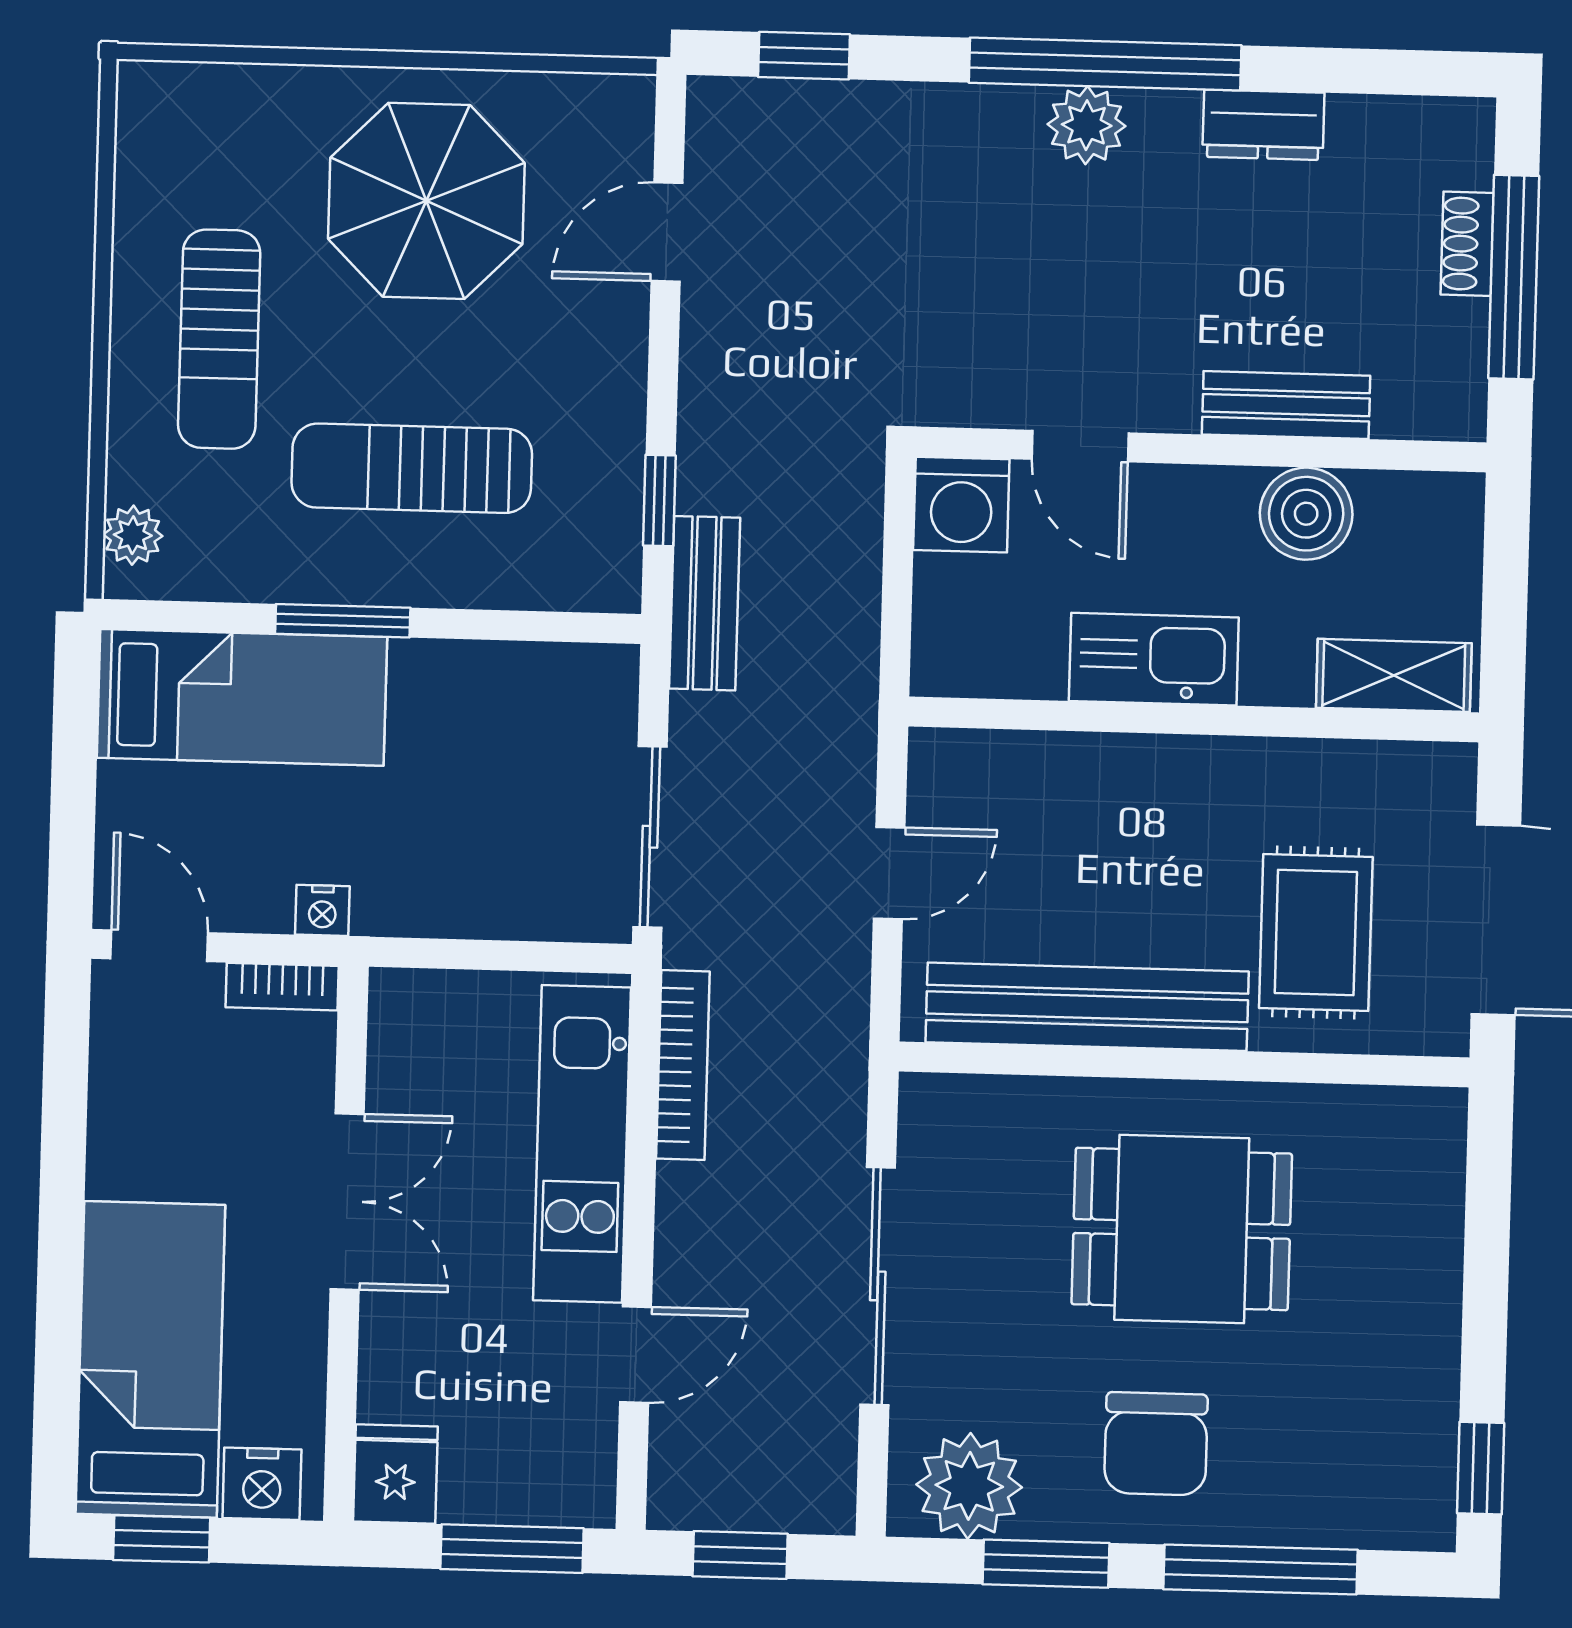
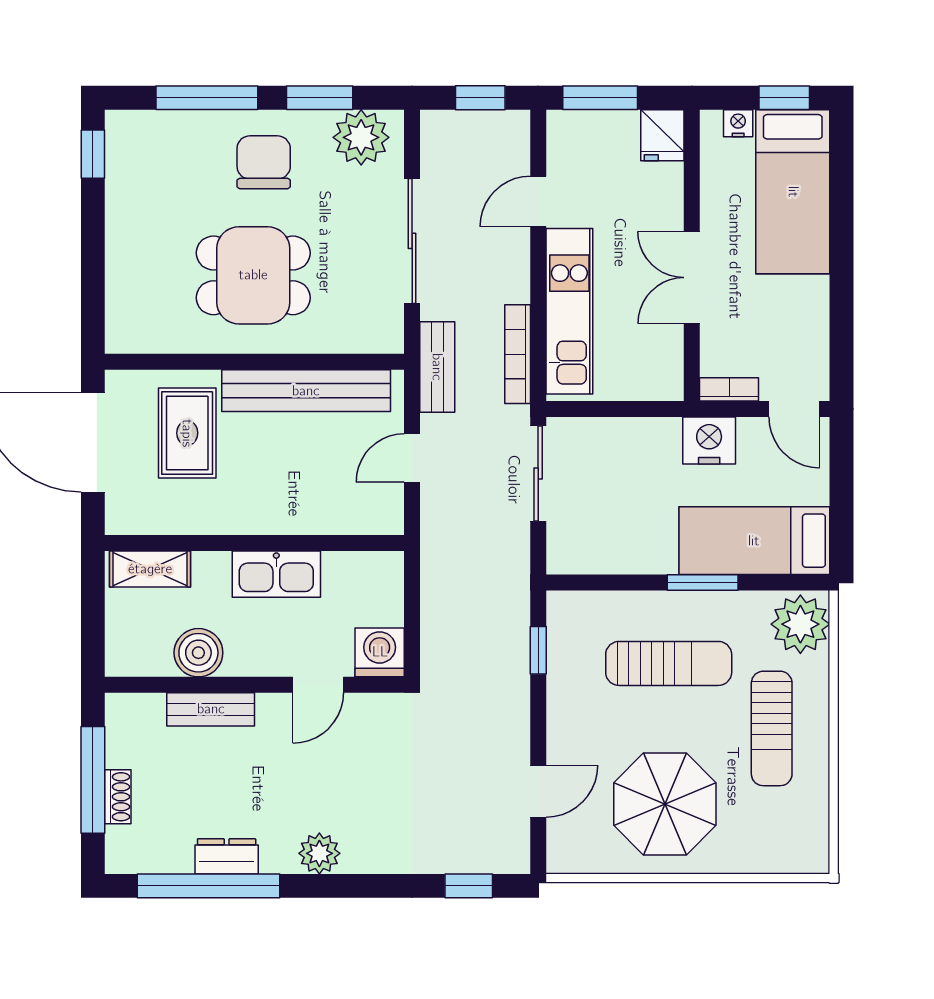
window: (1105, 64) -> (208, 886), moved
sun lounger: (219, 339) -> (772, 728), turned 180
door: (1080, 446) -> (318, 685), swing flipped
plant: (133, 535) -> (800, 624), width x1.88, depth x1.88
bench: (705, 603) -> (437, 367), moved
nightstand: (322, 910) -> (709, 440), width x1.89, depth x1.79
nightstand: (262, 1484) -> (738, 123), width x0.72, depth x0.74

